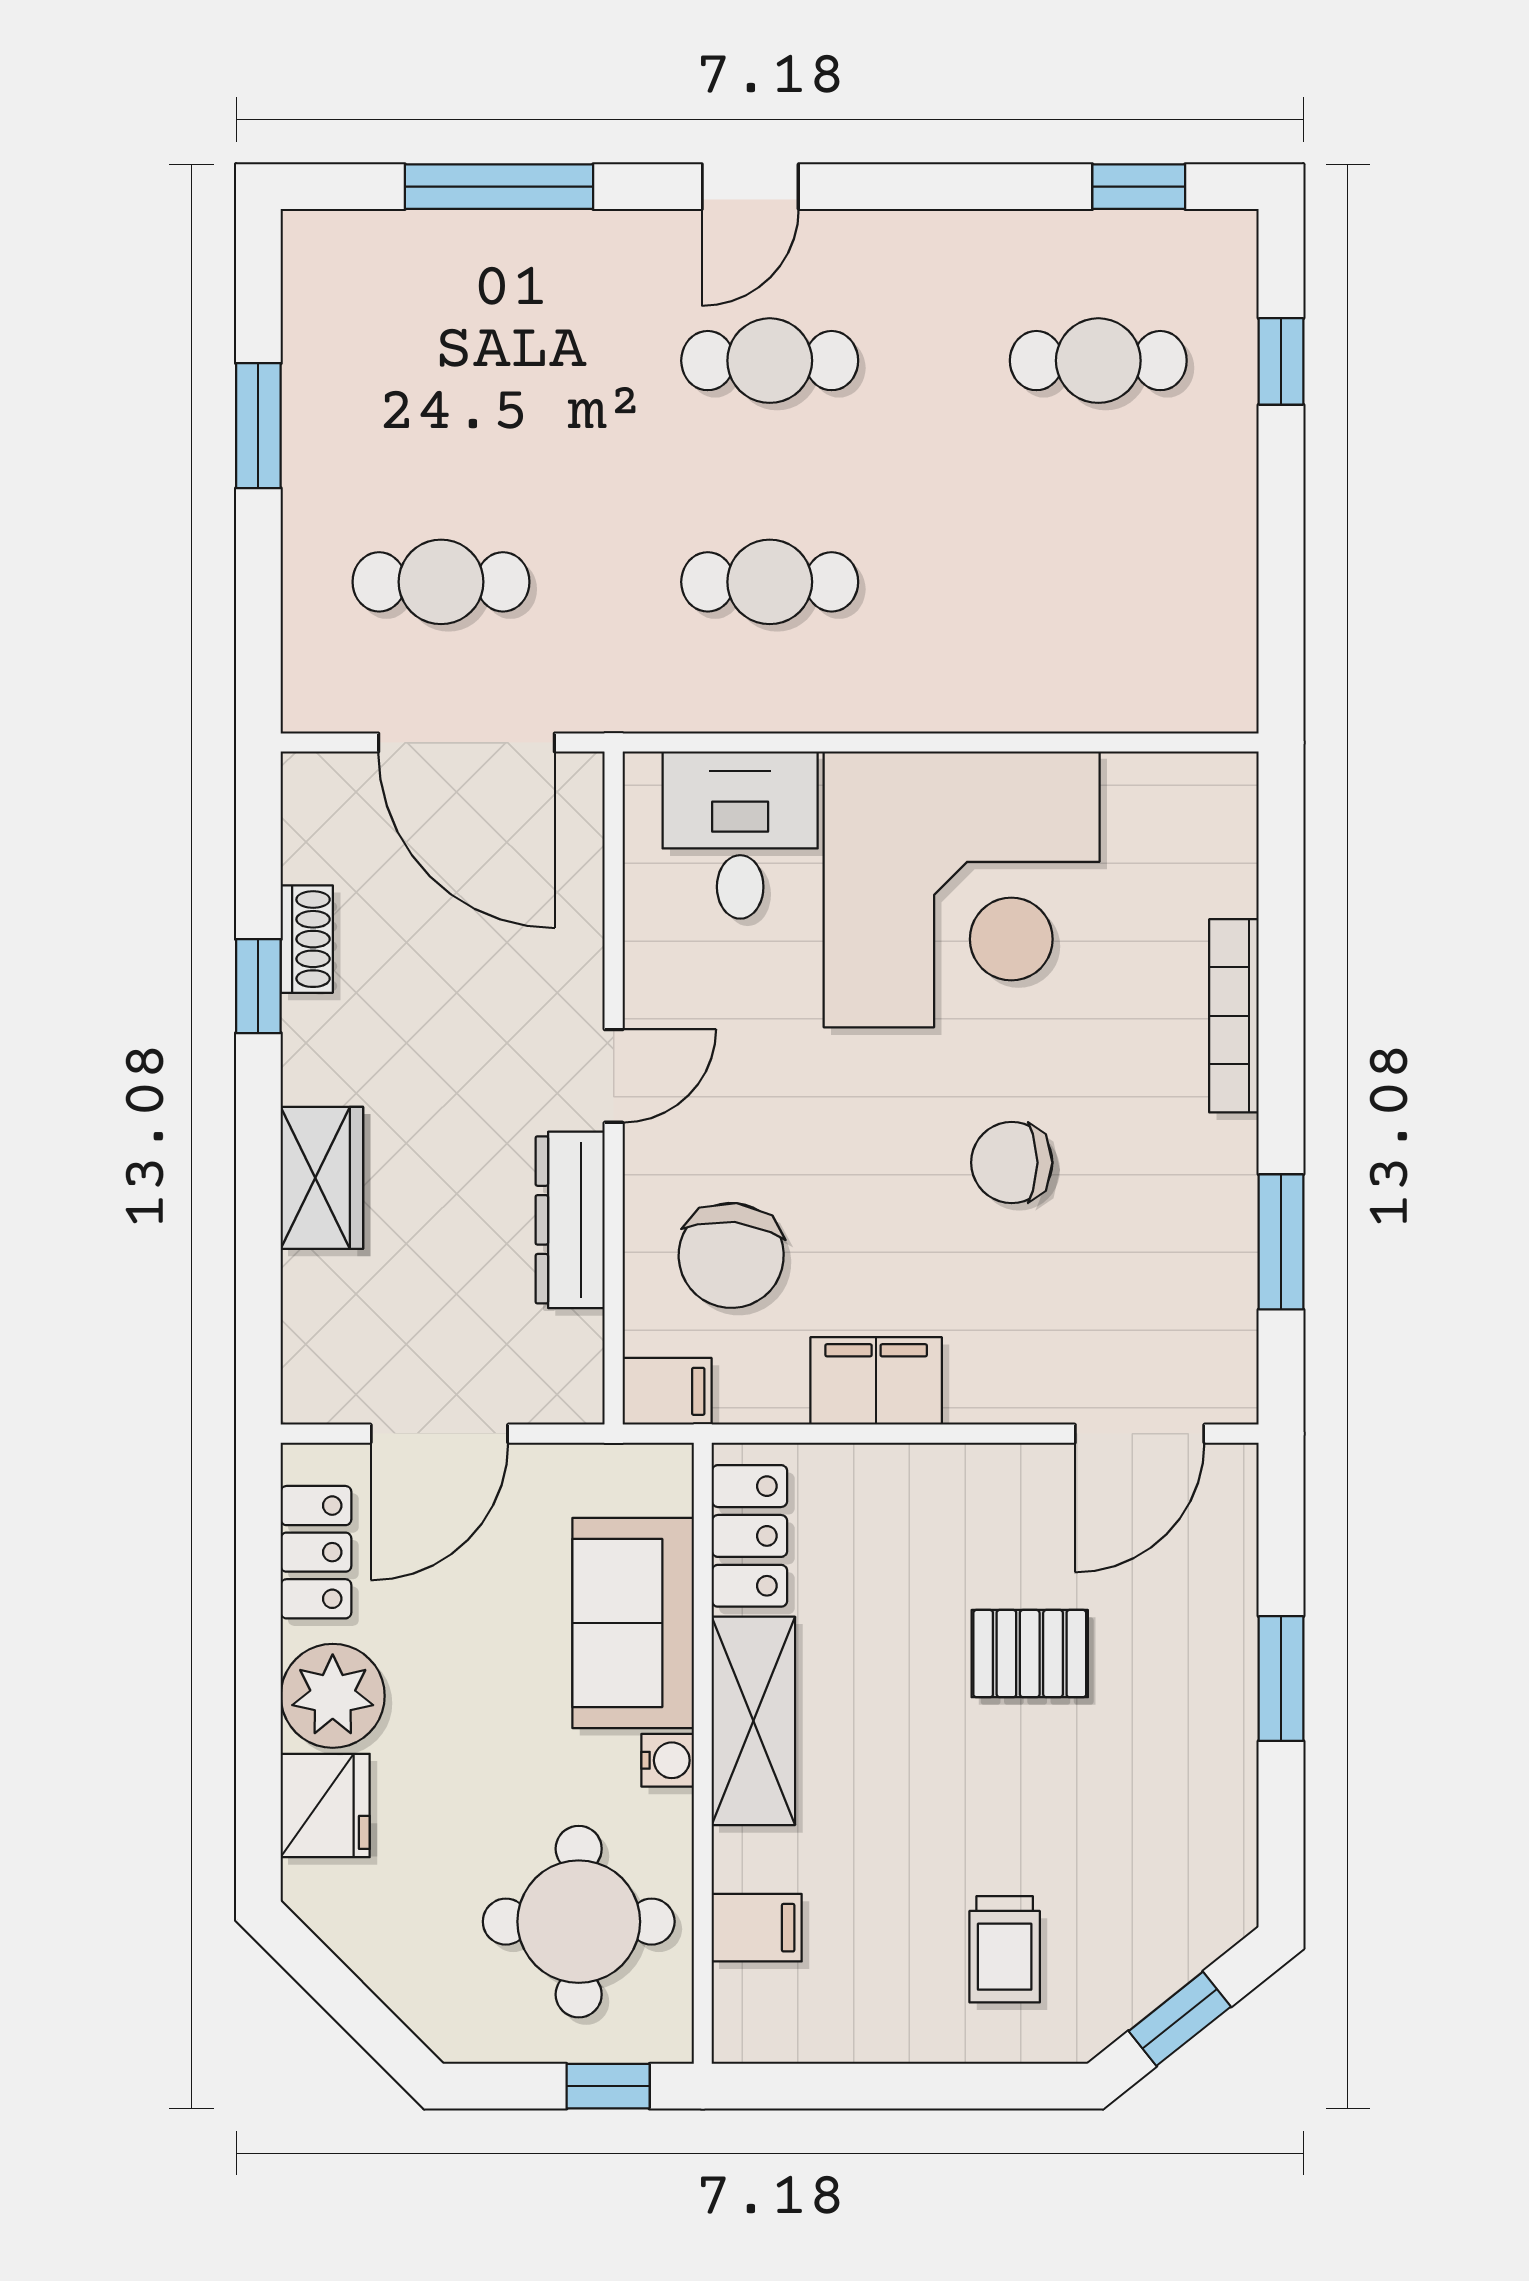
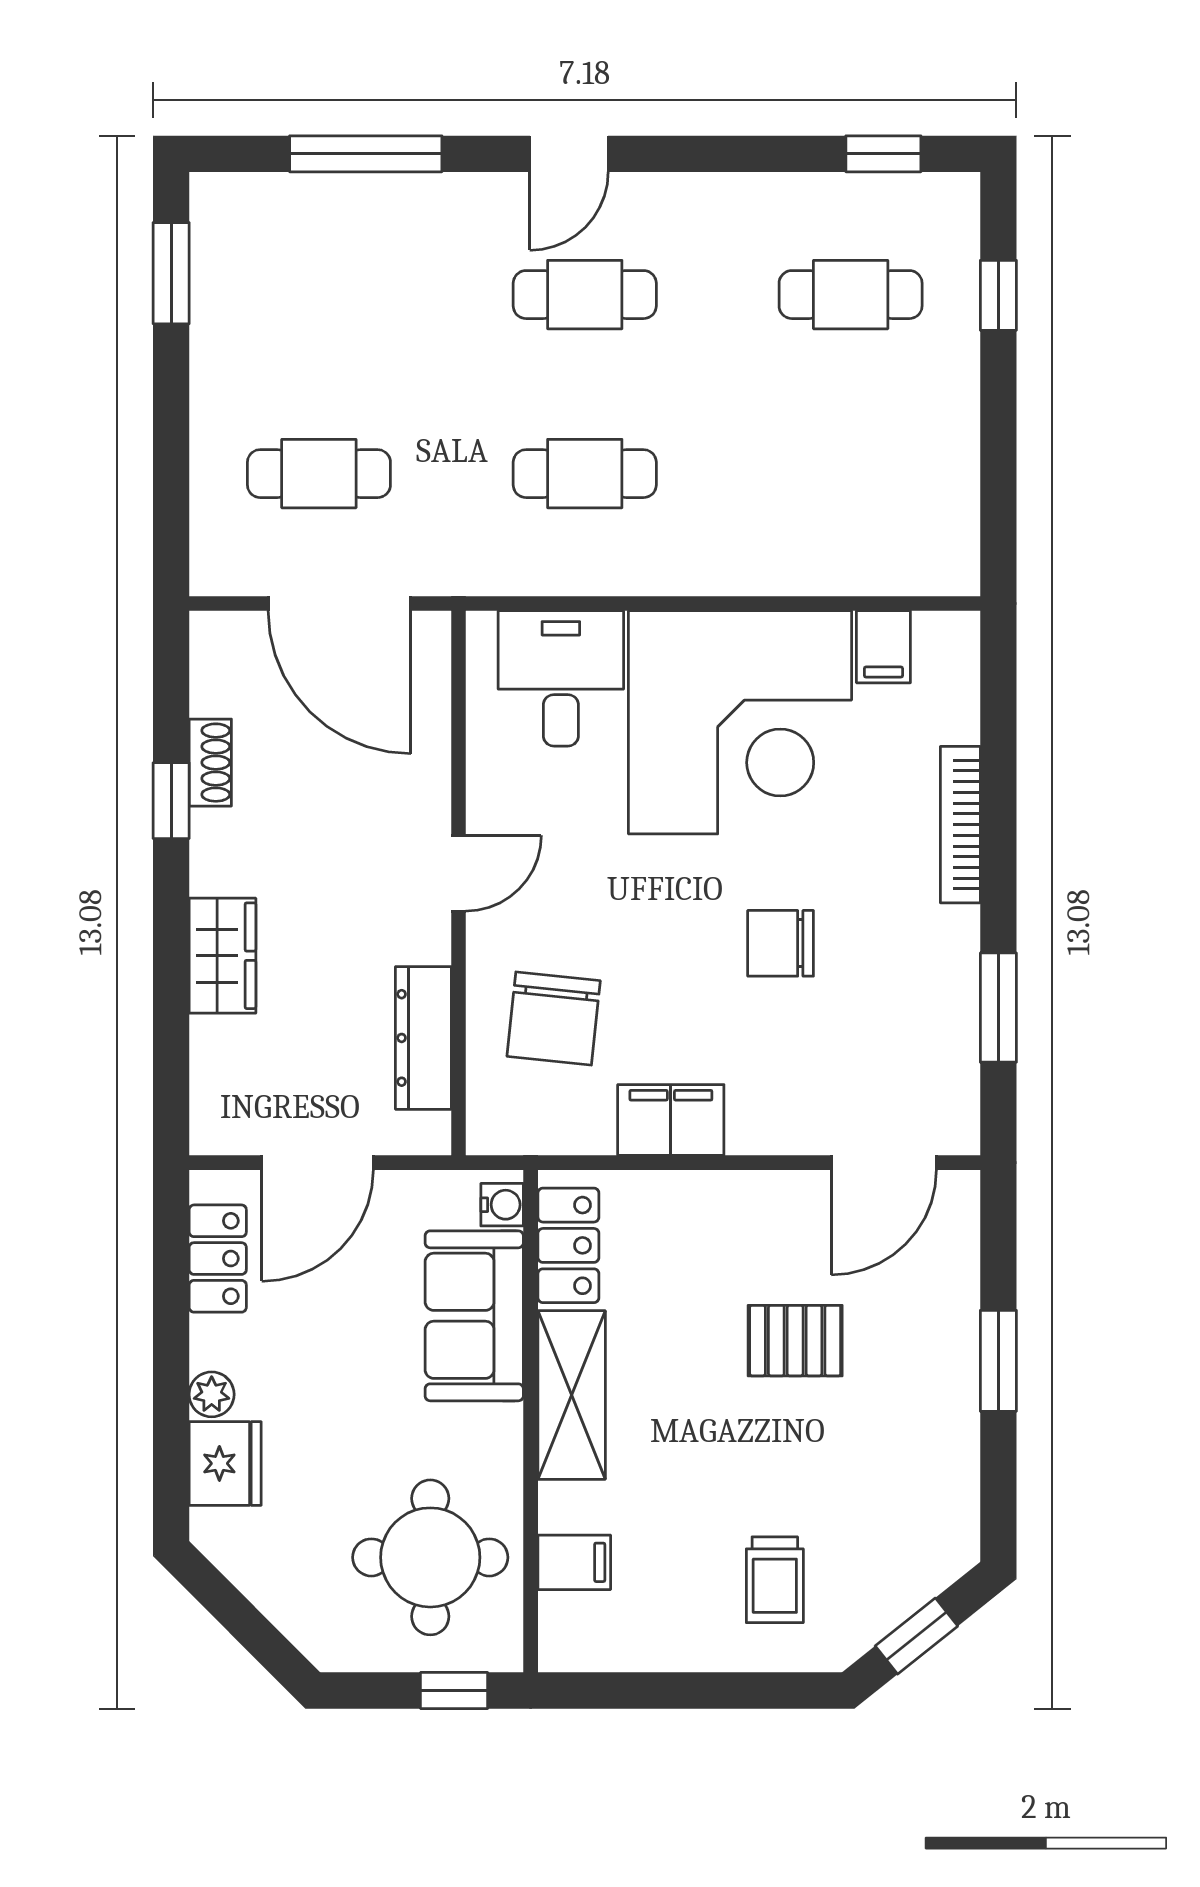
window: (258, 426) -> (171, 273), moved
dresser: (570, 1220) -> (423, 1038), moved
filing cabinet: (667, 1391) -> (883, 647), moved, turned 90
plant: (333, 1696) -> (212, 1394), width x0.53, depth x0.53
water cooler: (668, 1760) -> (502, 1205), moved

